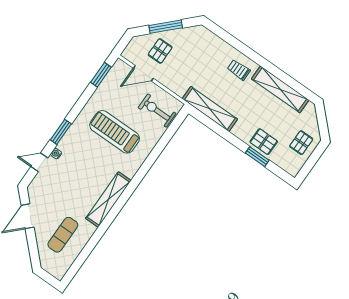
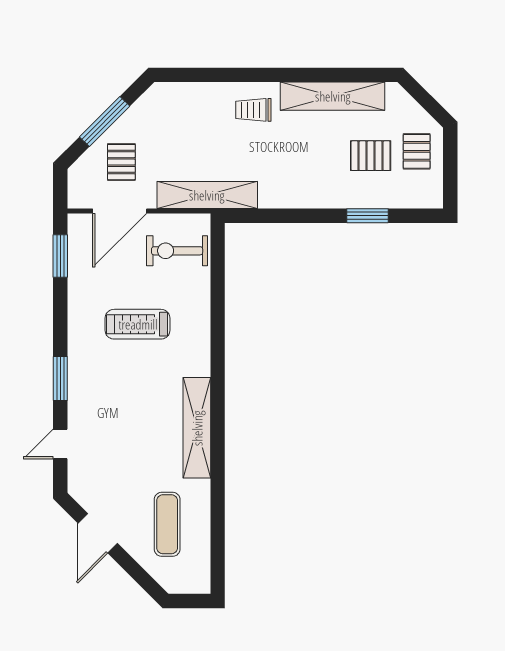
door: (143, 73) -> (120, 211), width x1.36
shelving: (210, 109) -> (207, 195), moved
treadmill: (115, 132) -> (138, 324), width x0.73, depth x0.73
pallet: (264, 142) -> (371, 156), moved
water cooler: (56, 154) -> (75, 415), removed

